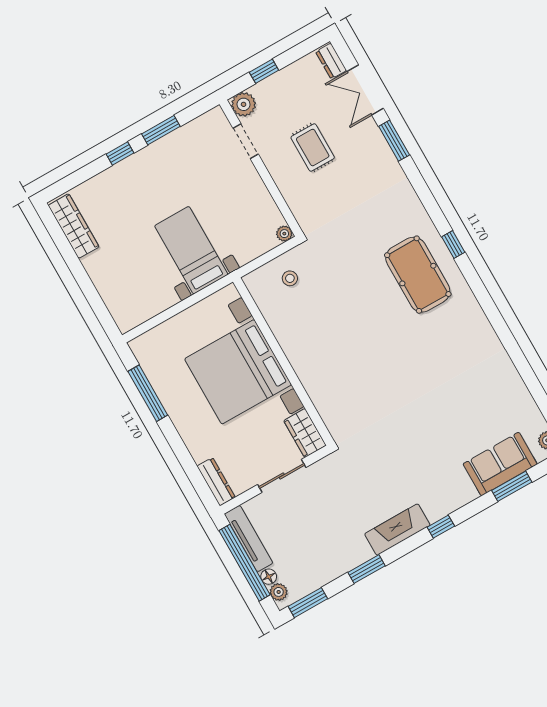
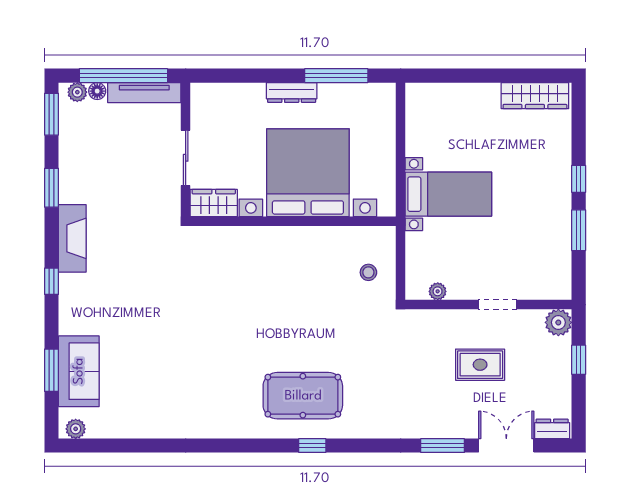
doorway: (246, 141) -> (498, 305), moved
plant: (284, 234) -> (438, 291), moved
dresser: (216, 482) -> (292, 93), moved

